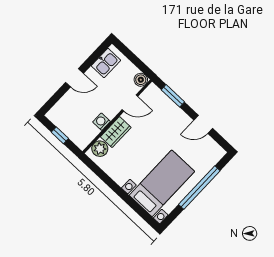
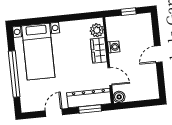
kitchen sink: (106, 63) -> (150, 83), removed
door: (130, 103) -> (110, 76), swing flipped
dresser: (164, 105) -> (89, 98), added

